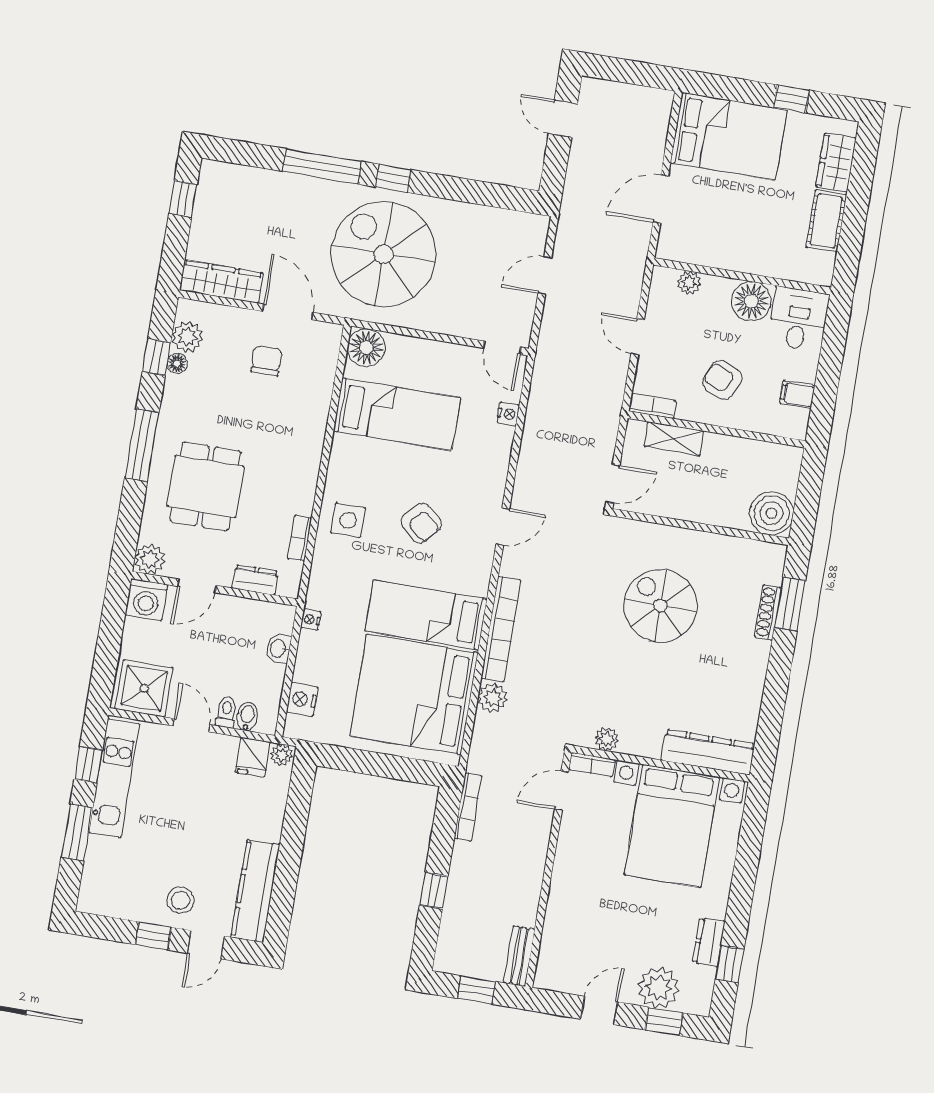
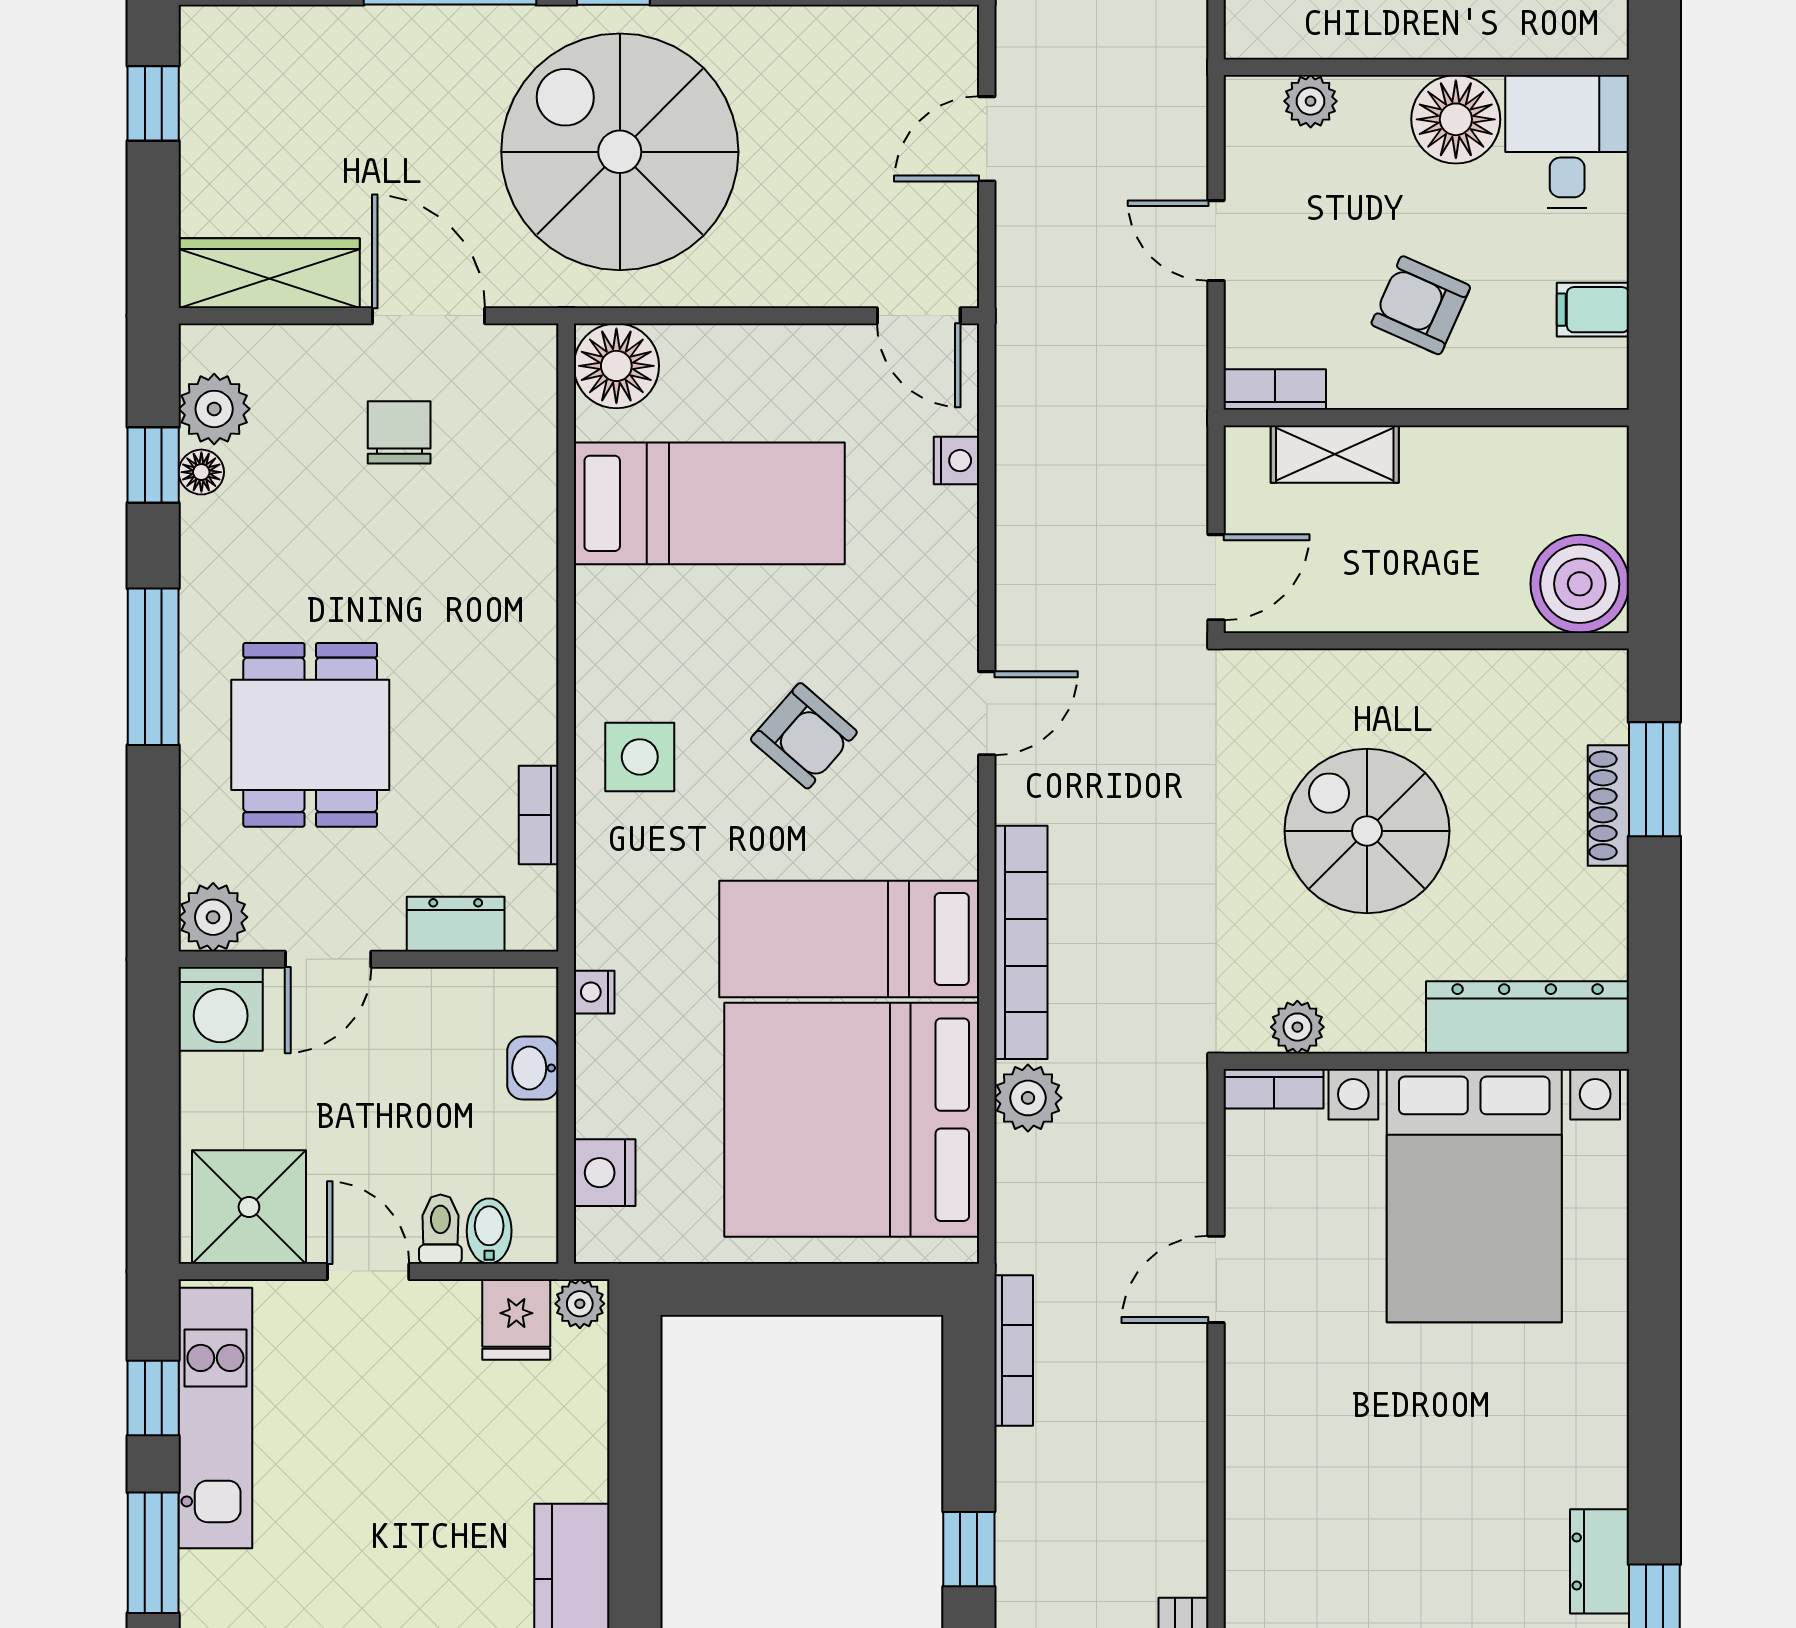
plant: (607, 739) -> (1297, 1027), moved
dresser: (708, 752) -> (1528, 1017), moved
wall: (661, 764) -> (1426, 1061), moved
bookcase: (592, 765) -> (1274, 1089), moved
bed with nightstands: (672, 826) -> (1474, 1196), moved

